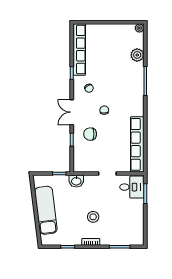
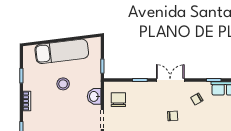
chair: (90, 134) -> (118, 100), moved
washbasin: (76, 181) -> (94, 96), moved
stool: (93, 217) -> (63, 84), moved

